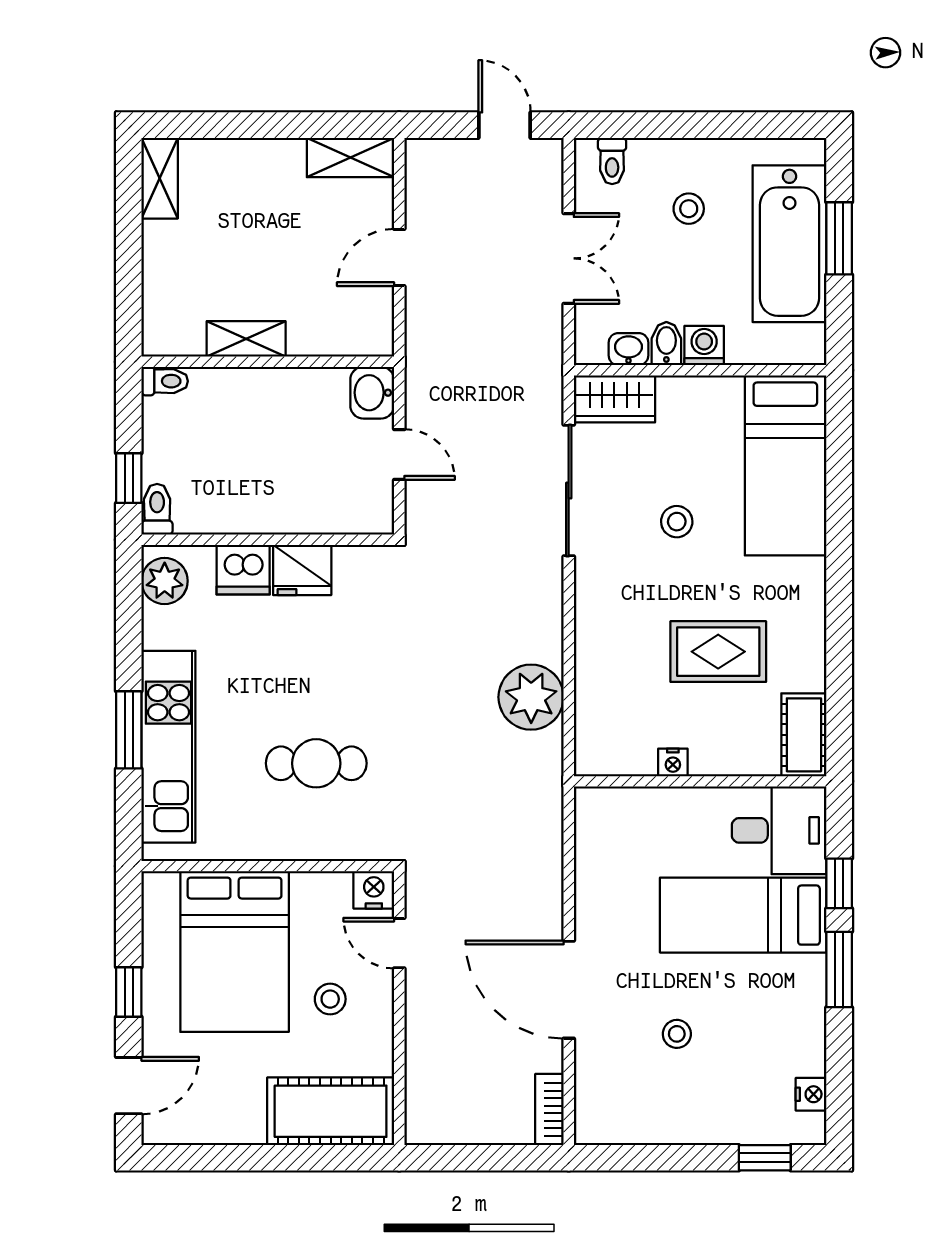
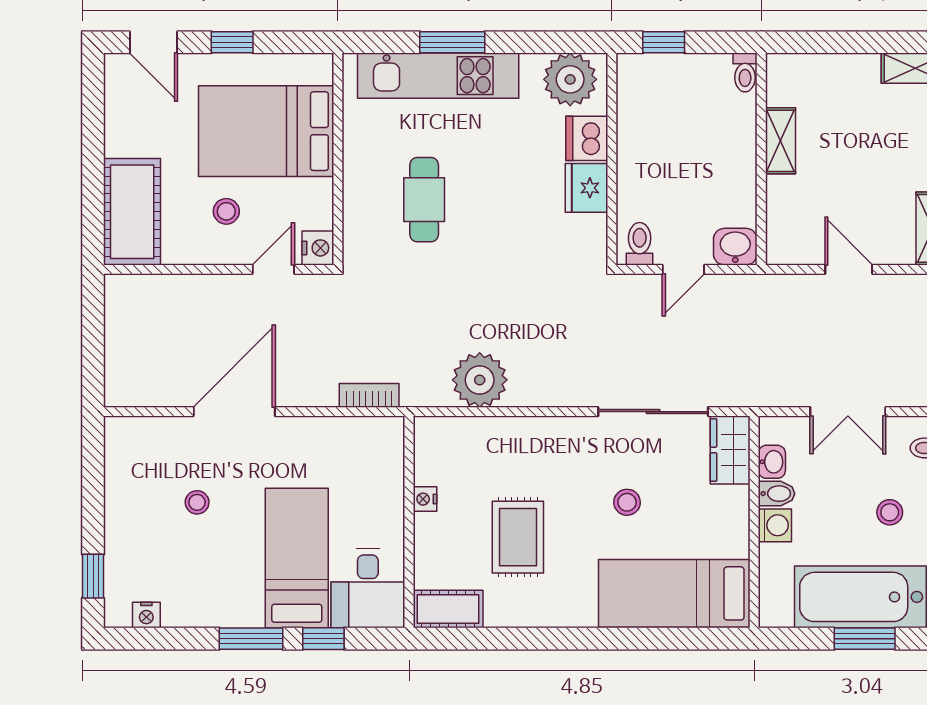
toilet: (157, 509) -> (640, 244), moved, turned -90
plant: (165, 581) -> (570, 79), width x1.36, depth x1.36
bookcase: (549, 1109) -> (369, 395), moved

